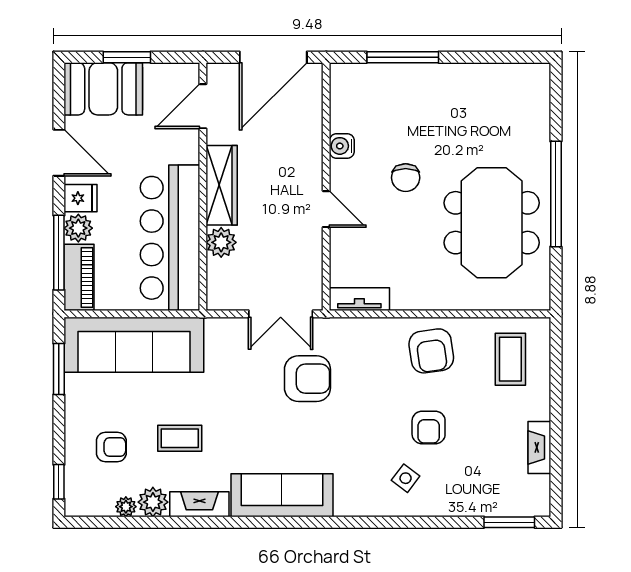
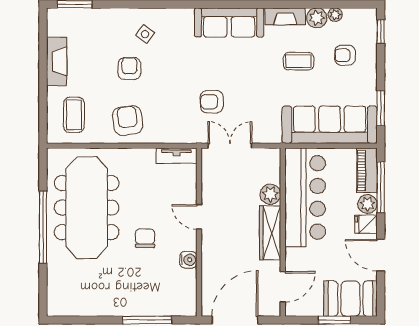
meeting table: (492, 223) -> (87, 208), width x1.36
armchair: (307, 379) -> (212, 102), width x0.72, depth x0.72
fireplace: (539, 447) -> (57, 61), width x1.37, depth x1.32

